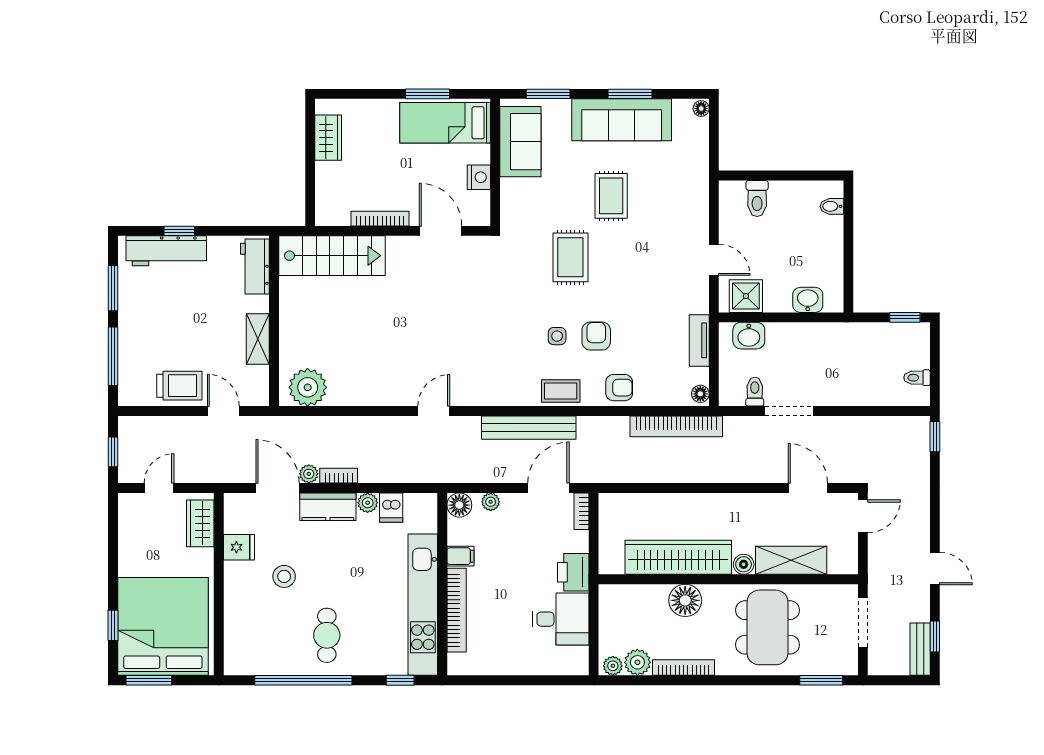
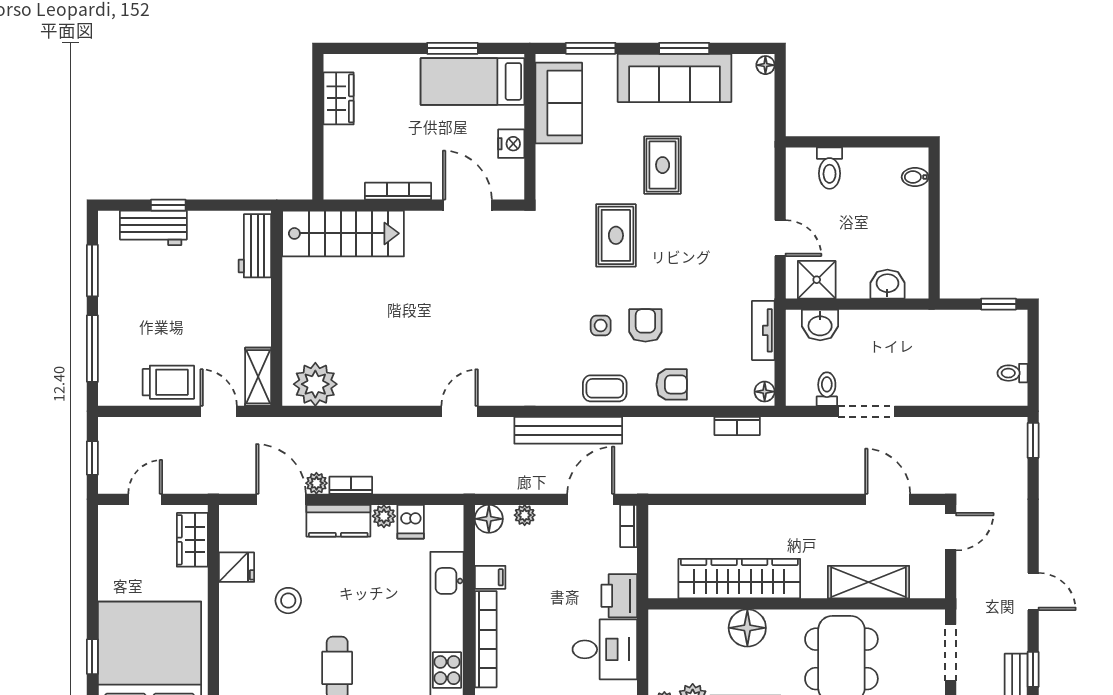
workbench: (166, 251) -> (153, 228), width x0.73
shelving: (258, 339) -> (258, 377), moved
bookcase: (676, 426) -> (737, 426), width x0.43, depth x0.76
boiler: (744, 564) -> (814, 587), removed

